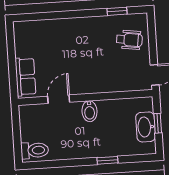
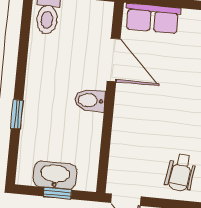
door: (59, 99) -> (114, 60), width x1.38

